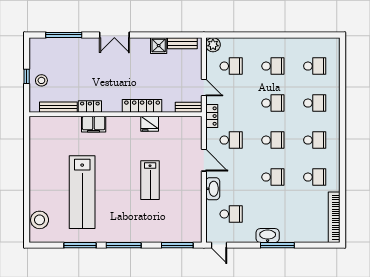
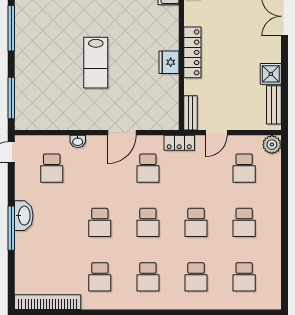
lab bench: (150, 180) -> (96, 63), turned -90
washbasin: (213, 189) -> (78, 141), width x0.52, depth x0.69

